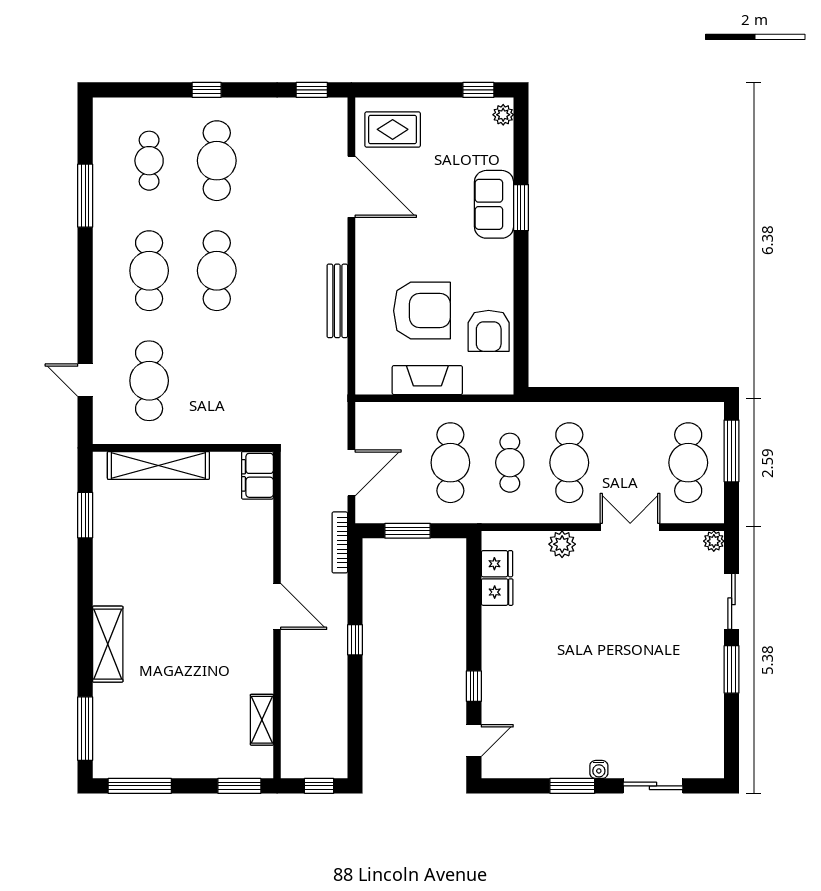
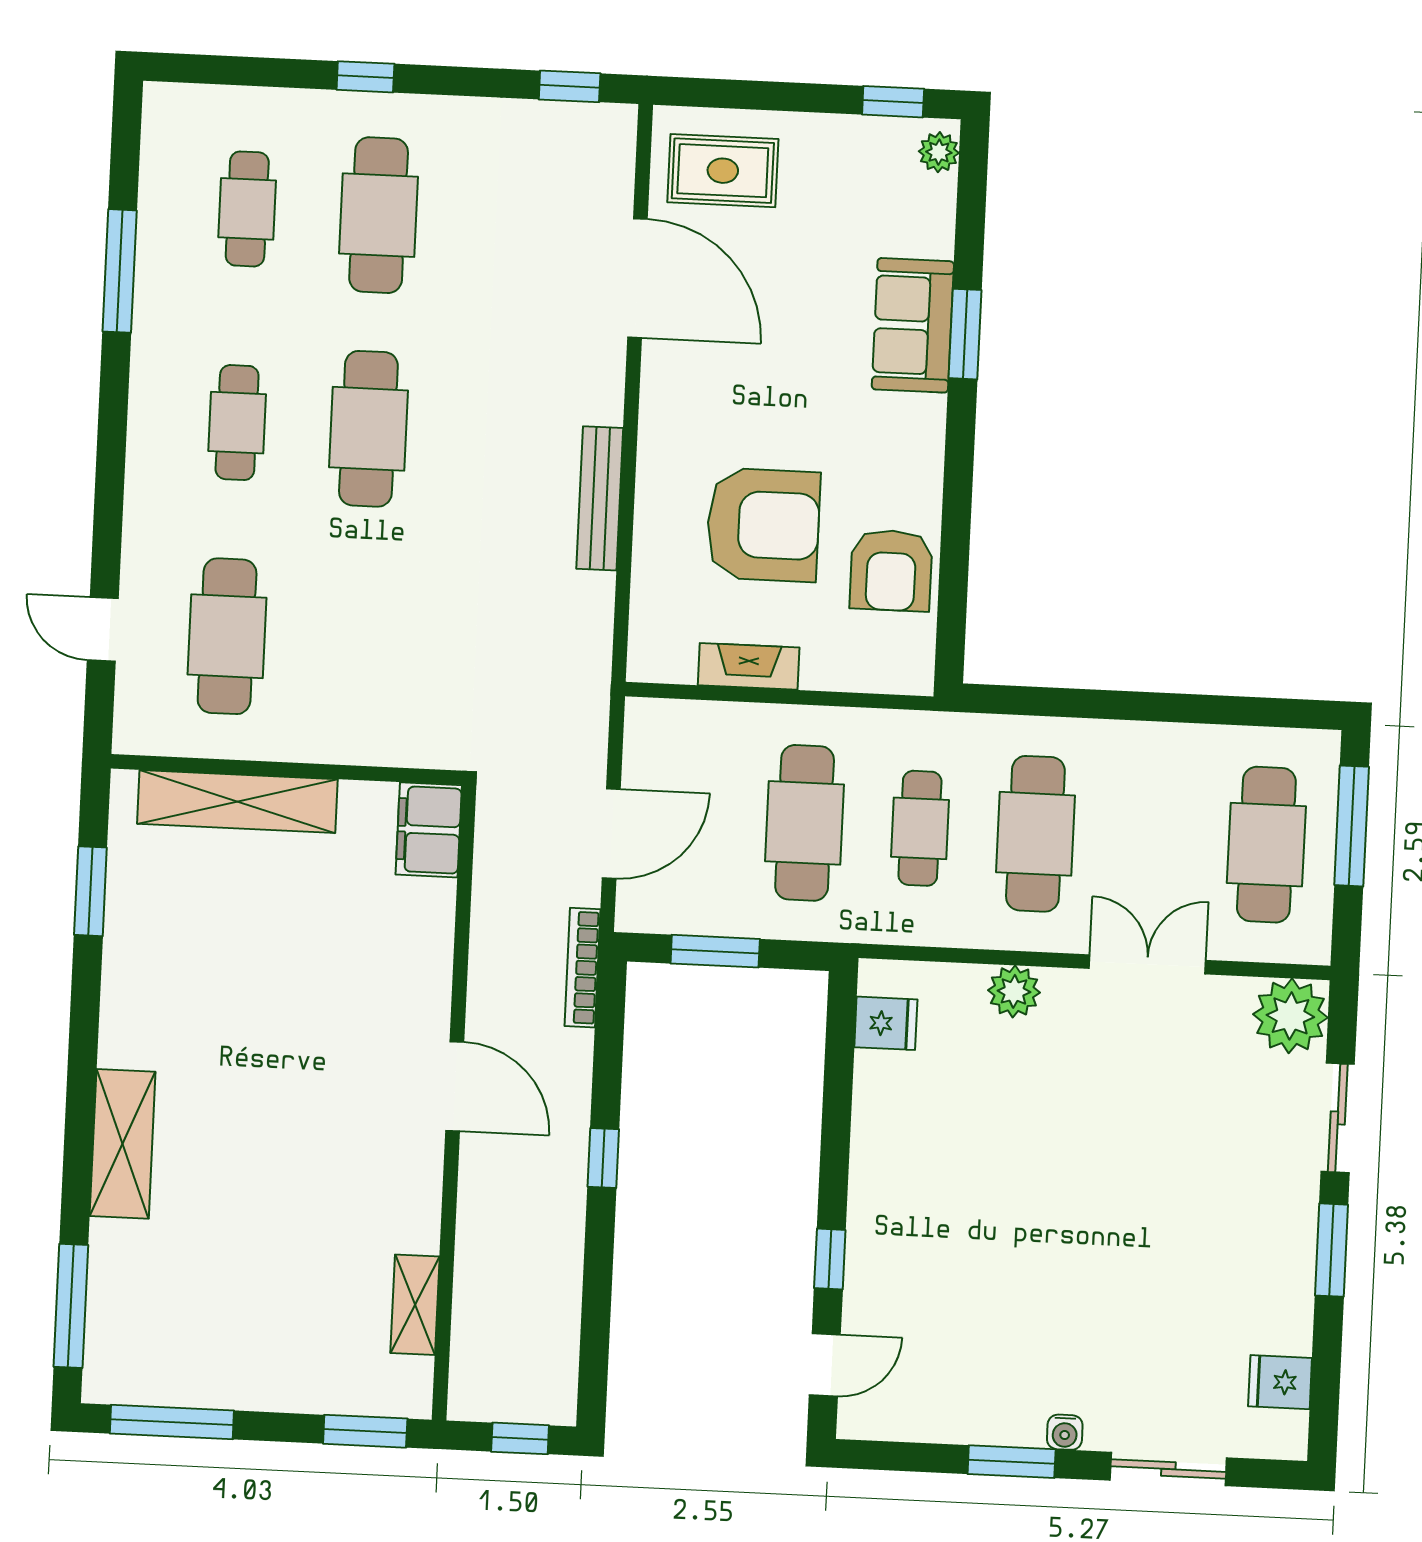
cafe table: (149, 271) -> (237, 423), width x0.73, depth x0.74
fireplace: (427, 380) -> (749, 666), width x0.73, depth x0.76
plant: (714, 541) -> (1290, 1016), width x1.87, depth x1.87
fridge: (497, 592) -> (1280, 1382), moved, turned 180

